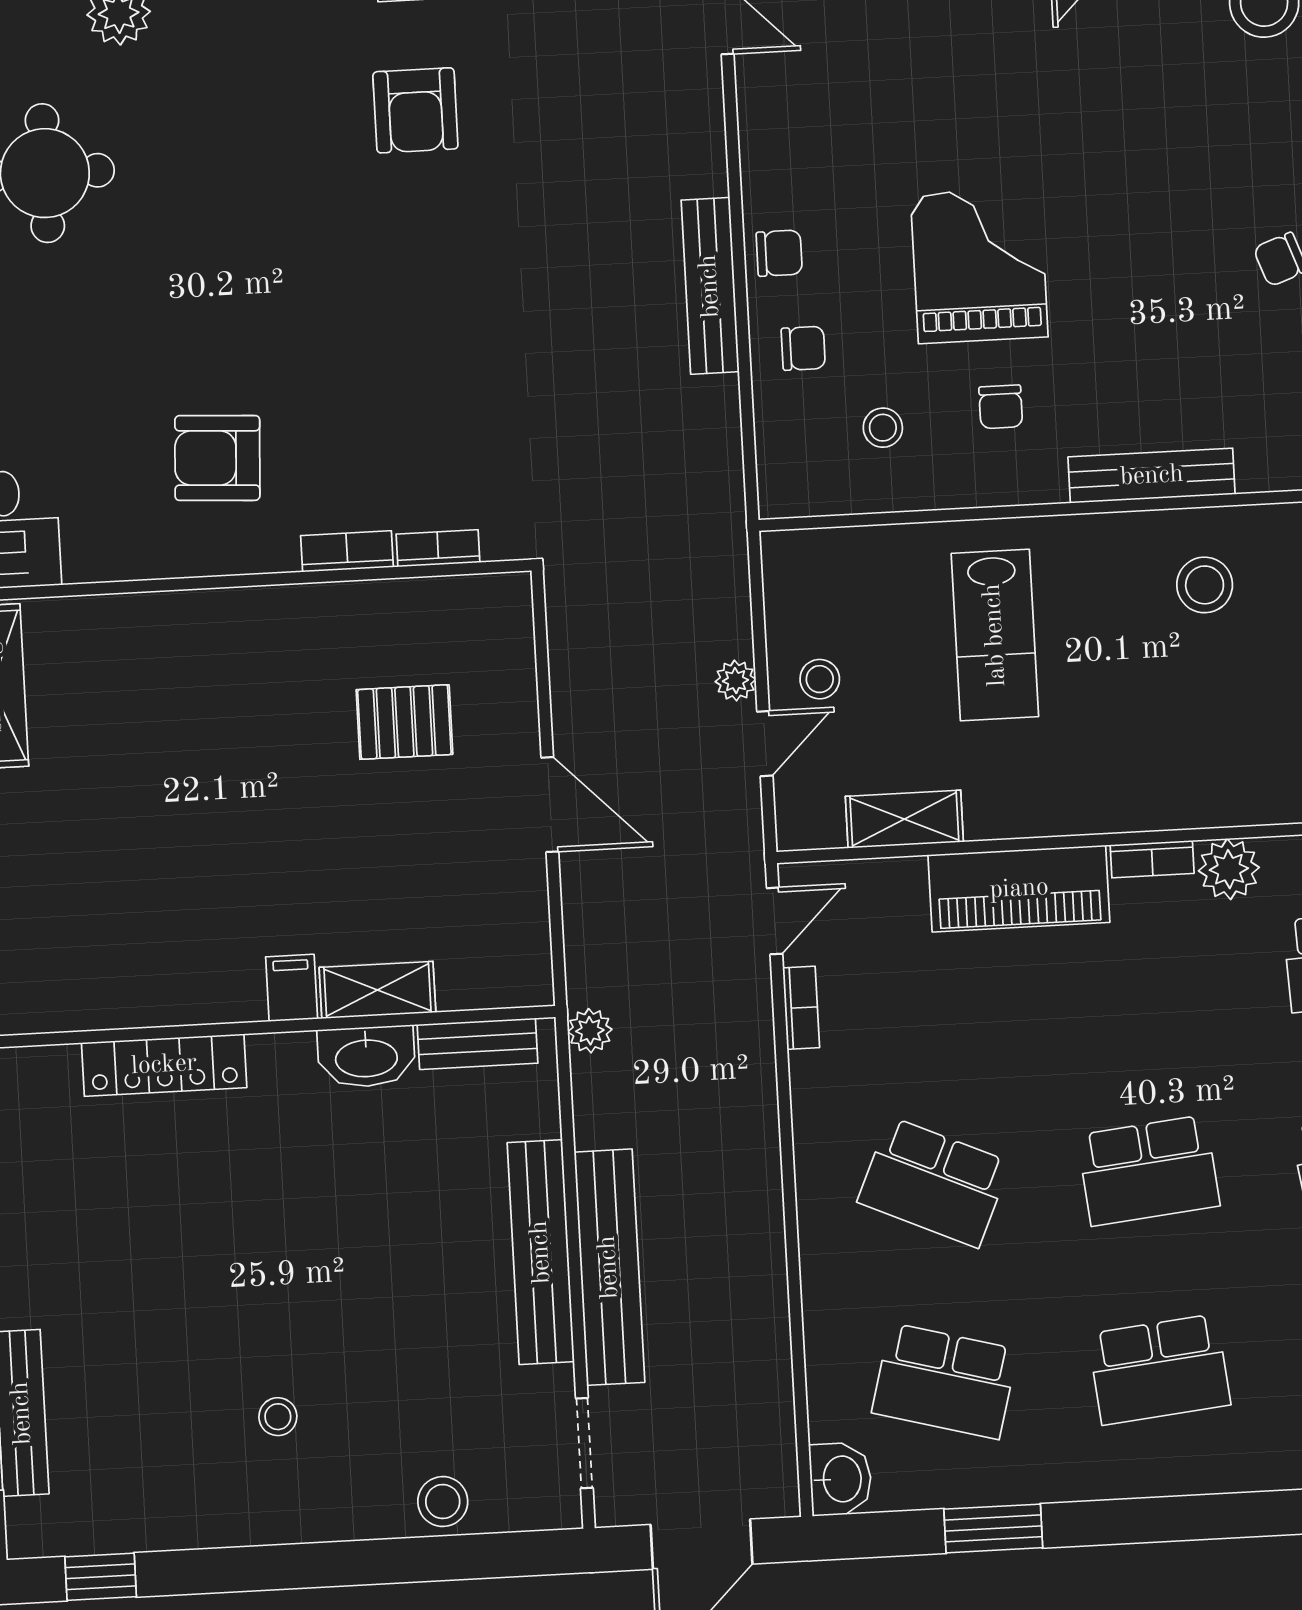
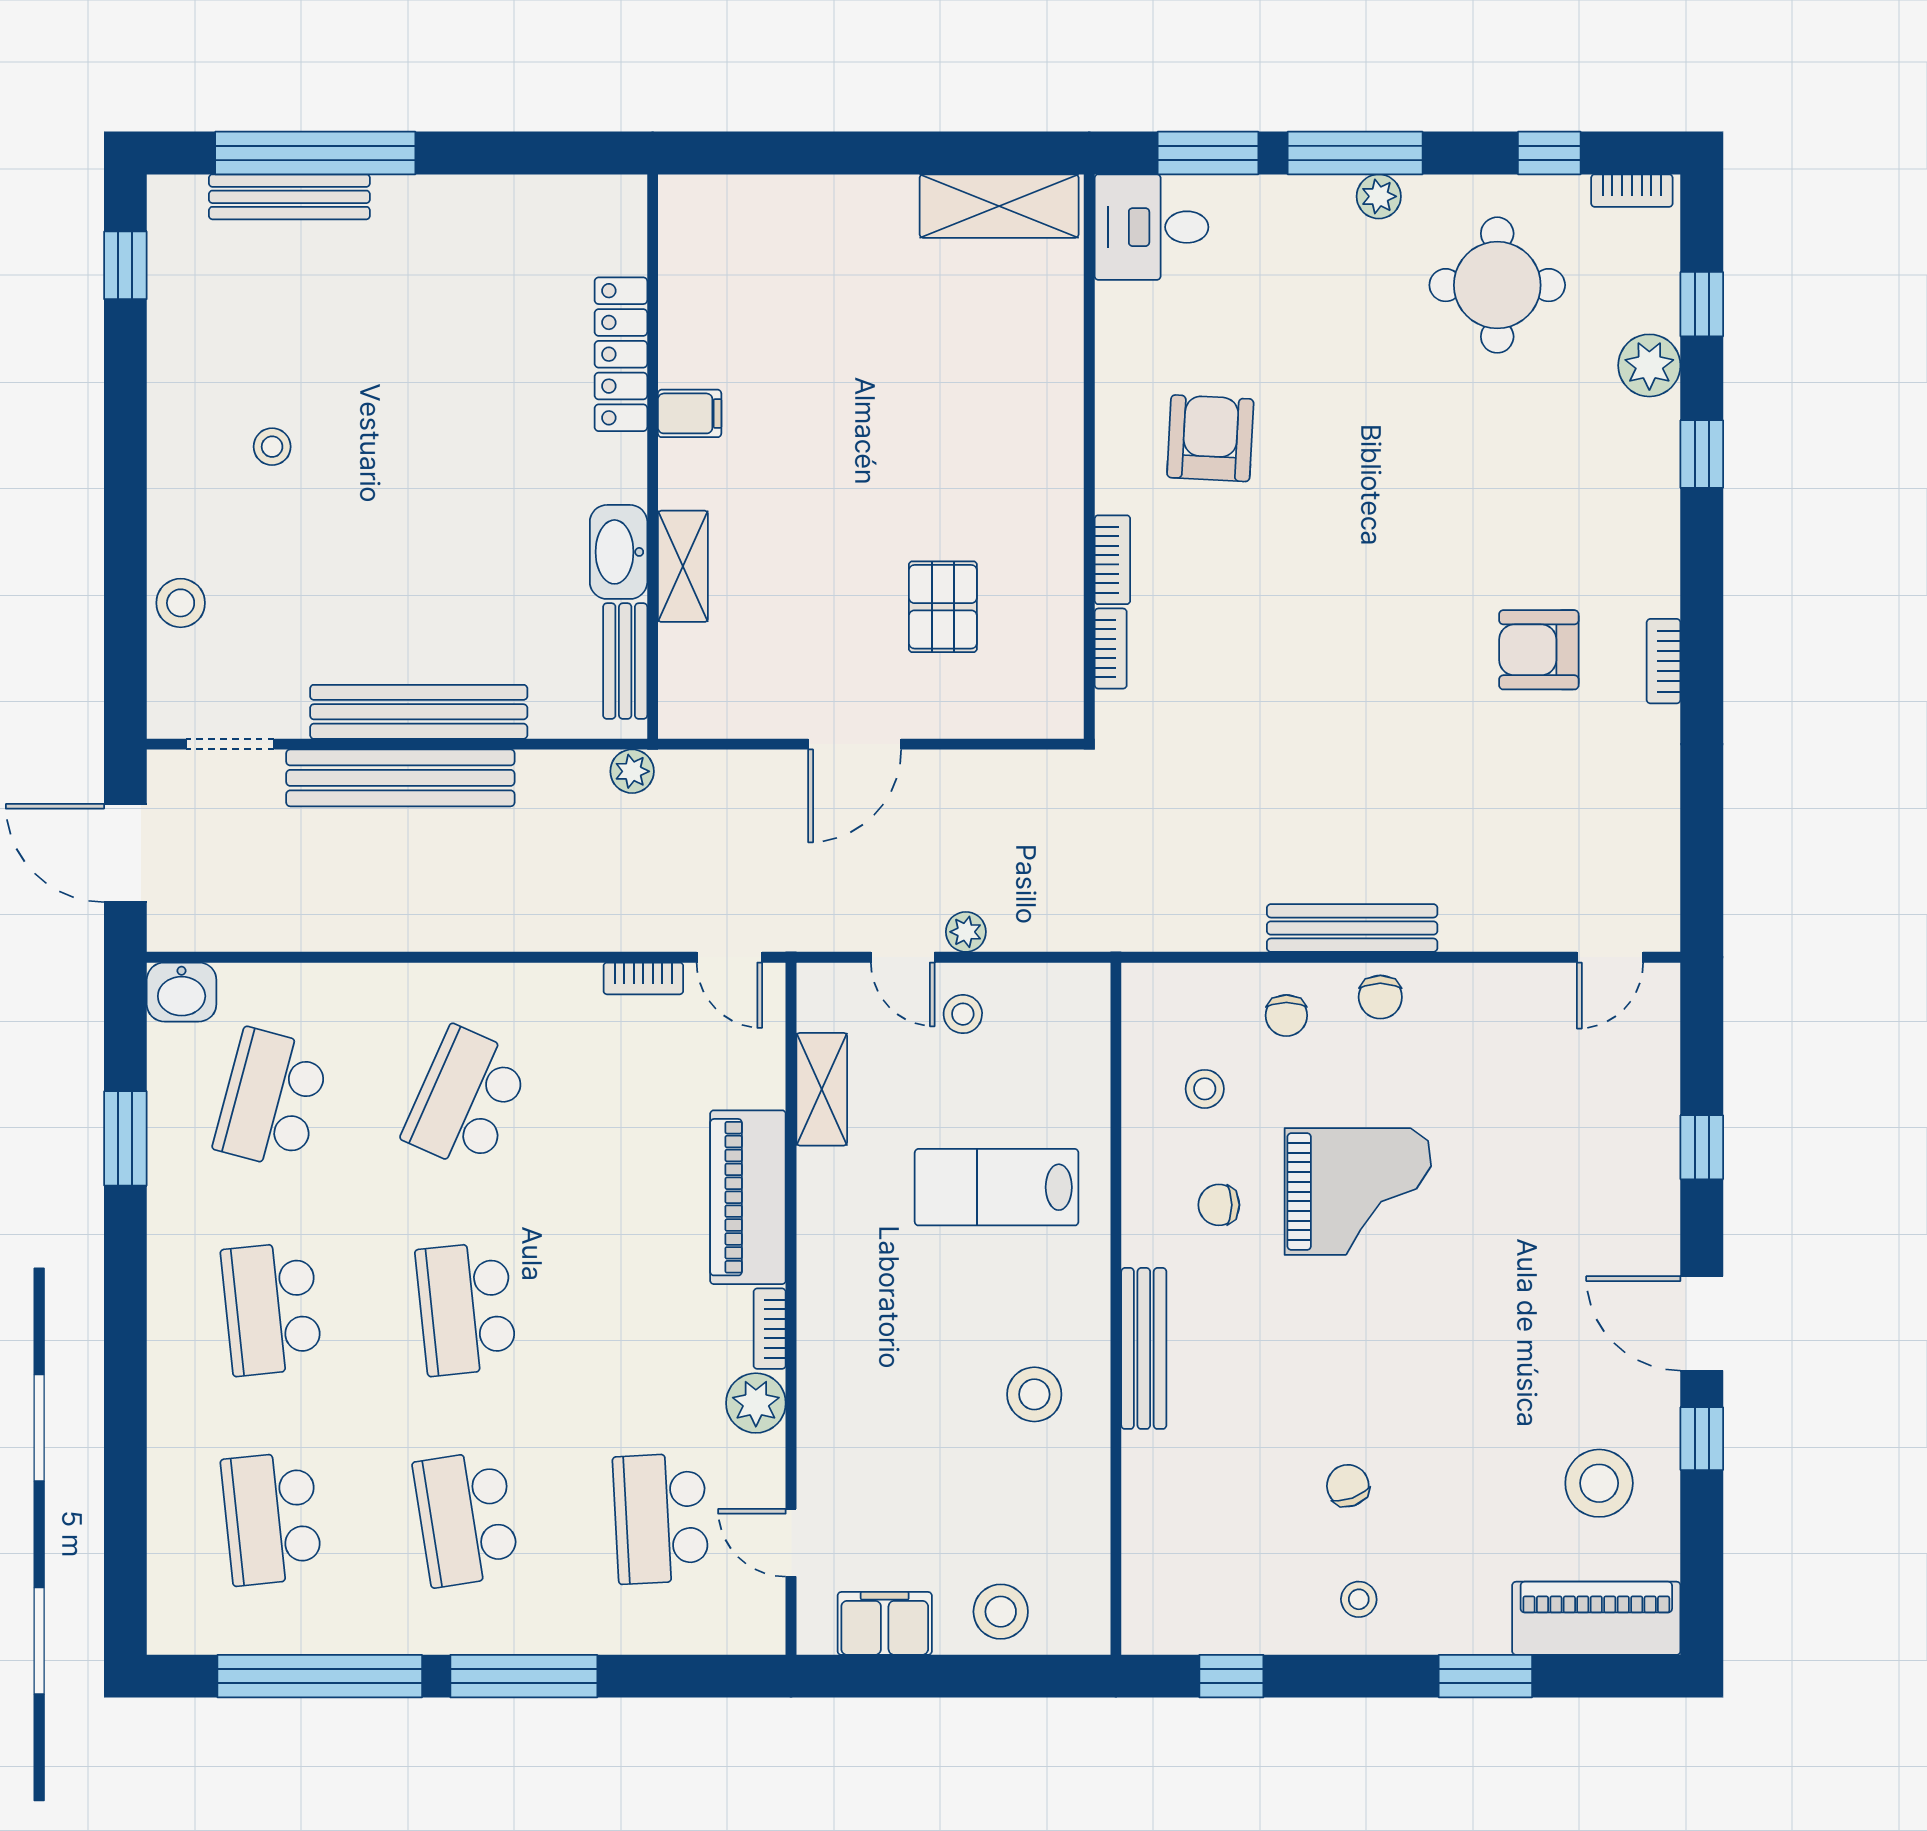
filing cabinet: (292, 988) -> (690, 413), moved

